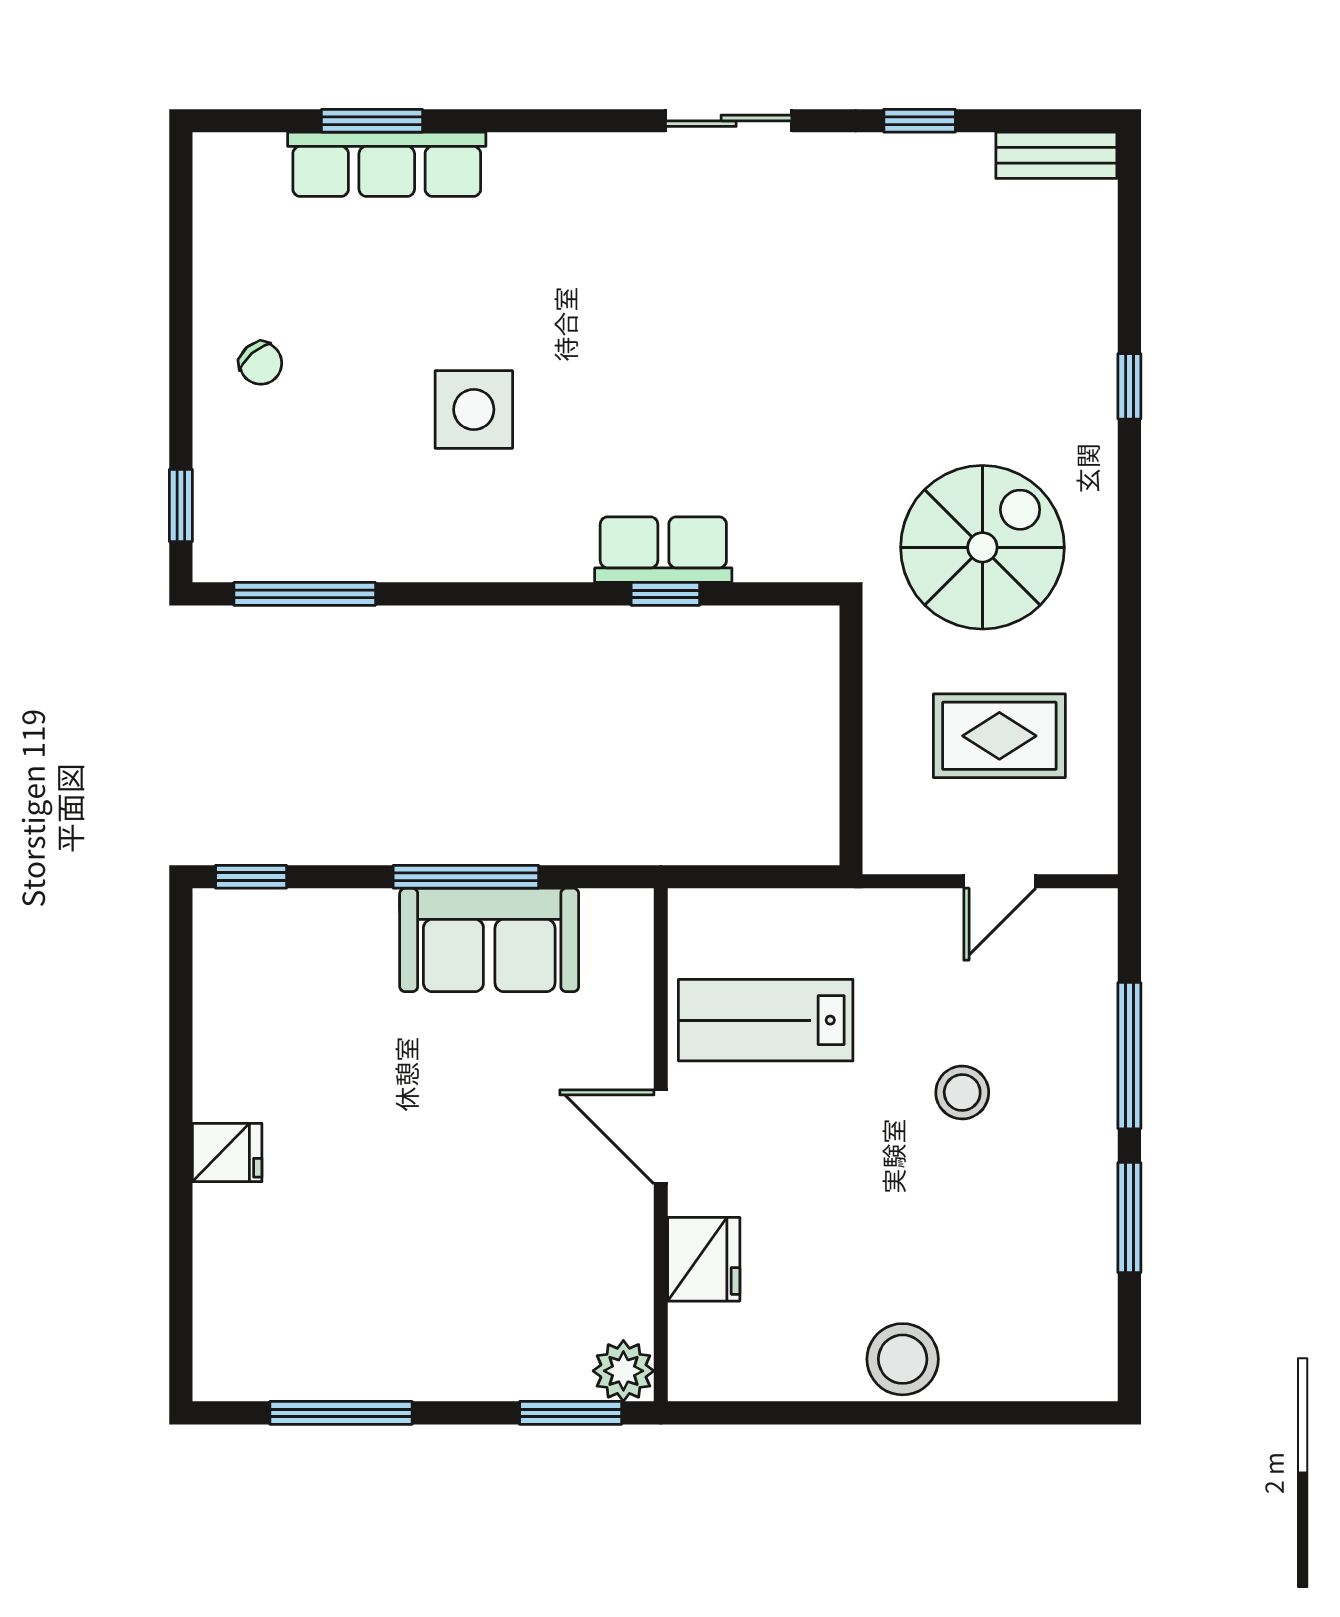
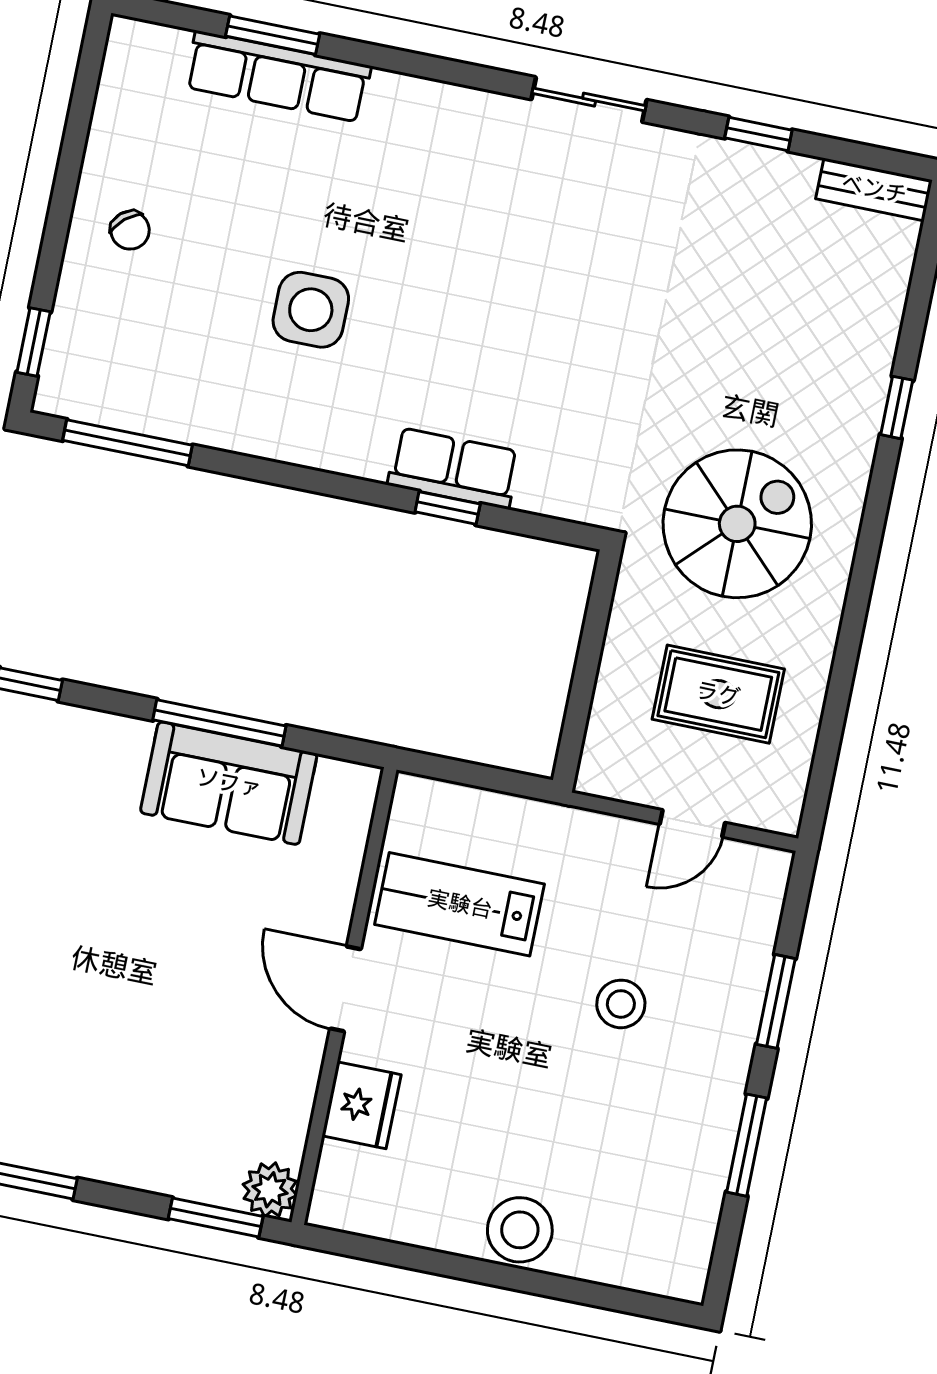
window: (1129, 1056) -> (776, 1001), width x0.69

